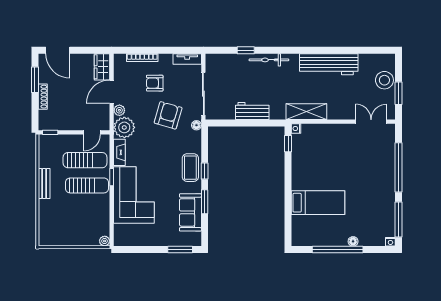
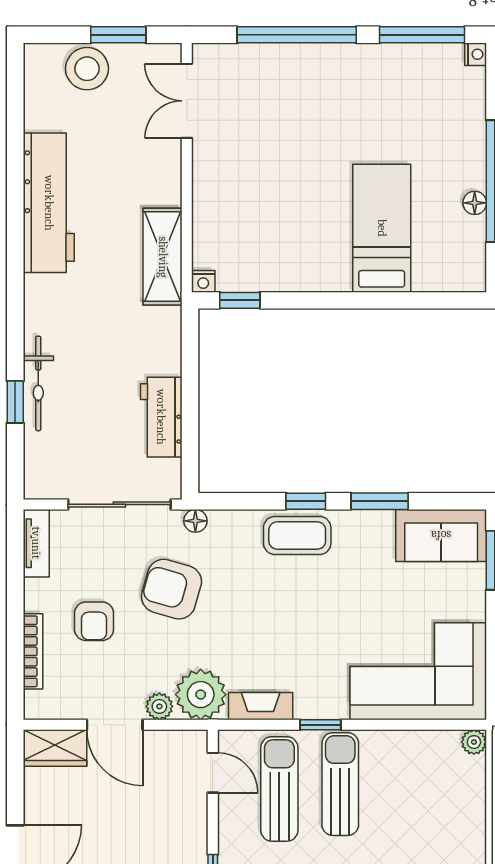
bicycle: (269, 60) -> (38, 383), moved
workbench: (252, 111) -> (161, 417), moved
corner sofa: (134, 195) -> (418, 671), moved
sofa: (190, 212) -> (441, 535), moved
floor lamp: (353, 241) -> (475, 203), moved

